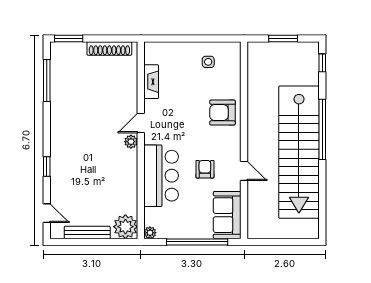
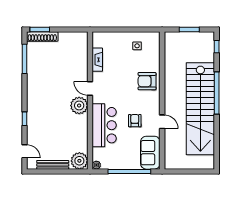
shoe rack: (109, 48) -> (42, 36), moved
door: (141, 123) -> (90, 88), hinge flipped
plant: (131, 142) -> (79, 106), width x1.88, depth x1.88

